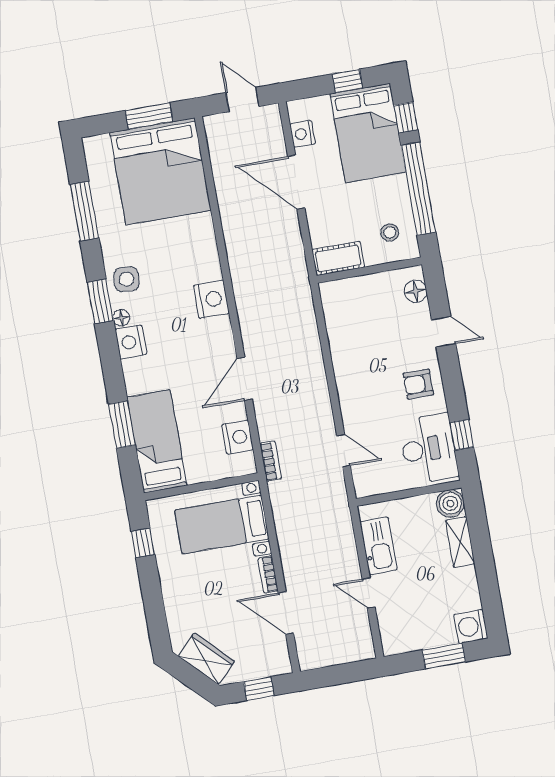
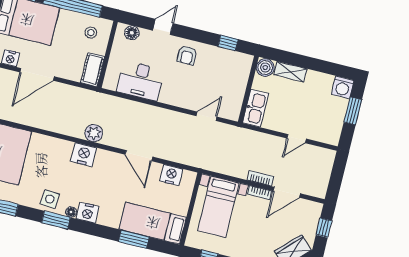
plant: (248, 300) -> (94, 133), added
desk: (429, 449) -> (140, 81), moved, turned 180
bookcase: (271, 461) -> (260, 178), moved
kitchen sink: (378, 546) -> (255, 108), moved, turned 90

